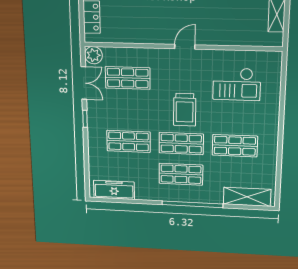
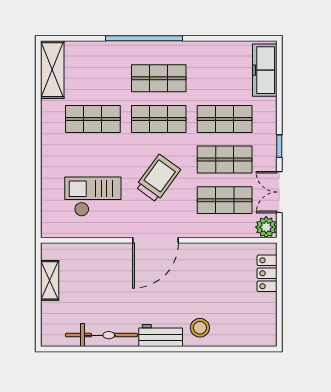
door: (185, 47) -> (156, 240), width x1.88
shop shelf: (128, 110) -> (225, 160), added
trolley: (185, 110) -> (158, 178), moved, turned 36
freezer: (114, 190) -> (265, 70), moved, turned 90
shelving: (247, 197) -> (52, 70), moved, turned 90

